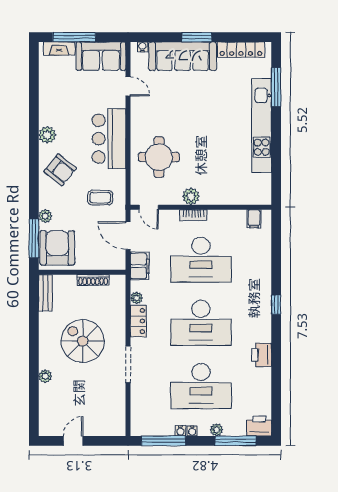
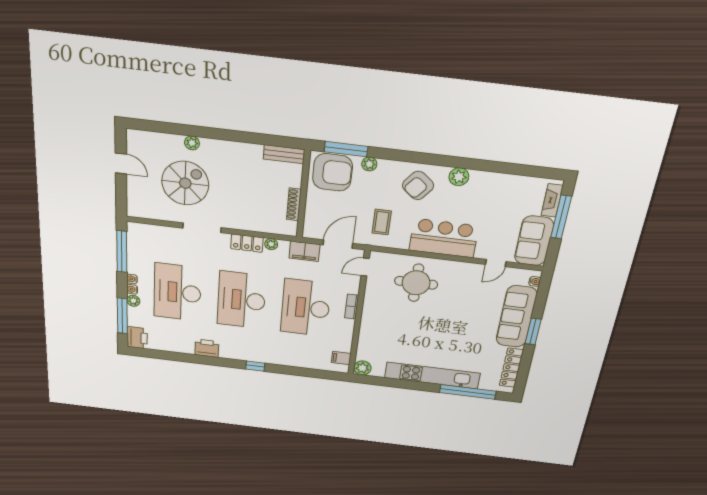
window: (276, 87) -> (468, 392), width x1.46
plant: (191, 196) -> (362, 368), moved
spiral stairs: (83, 341) -> (185, 183), moved
water cooler: (181, 431) -> (132, 289), moved

